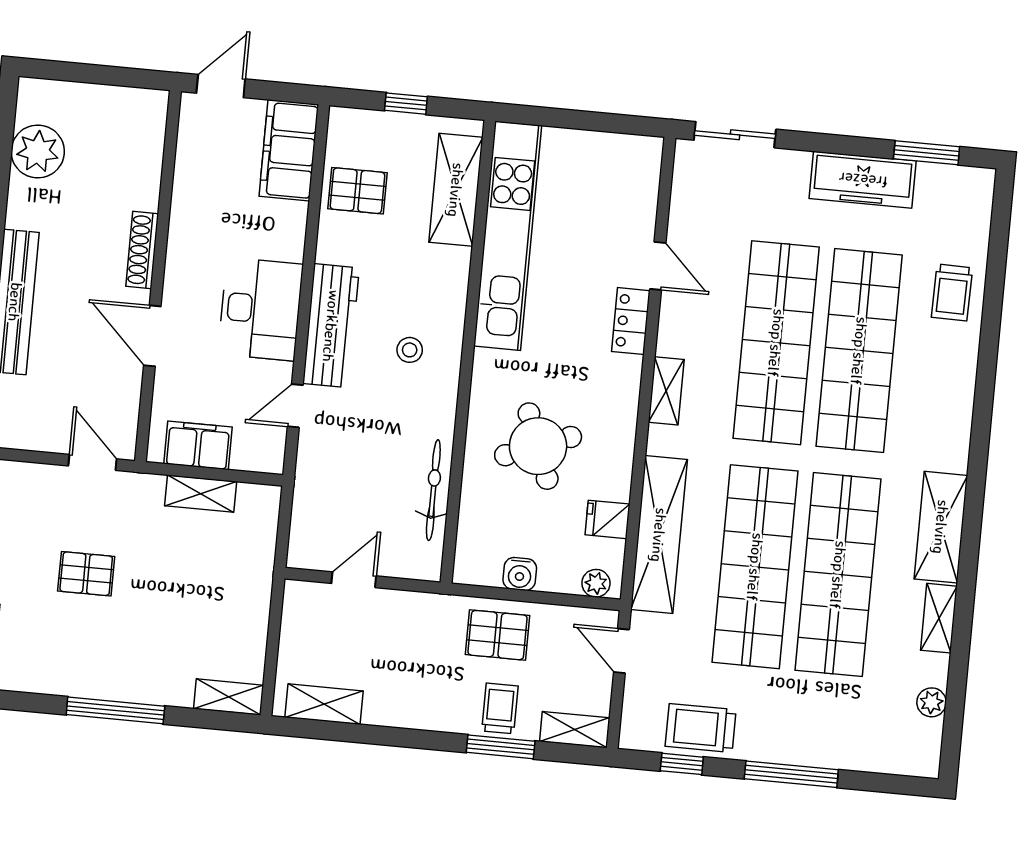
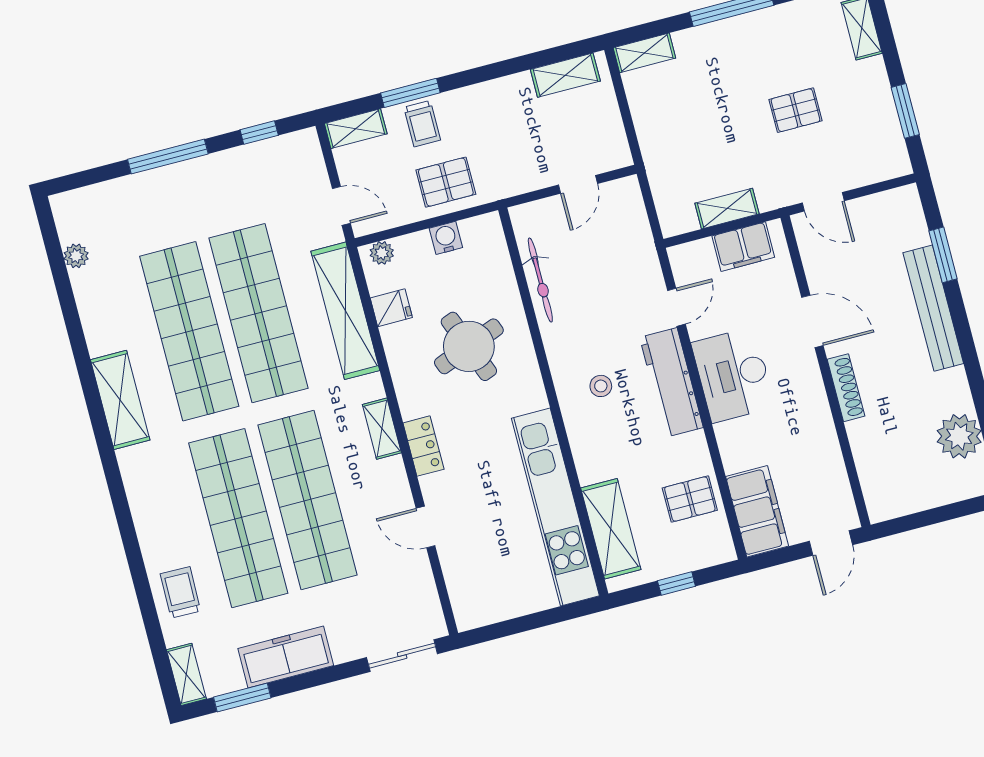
locker: (631, 321) -> (423, 446), moved
shelving: (939, 618) -> (186, 674), moved
trolley: (701, 728) -> (255, 167), removed

